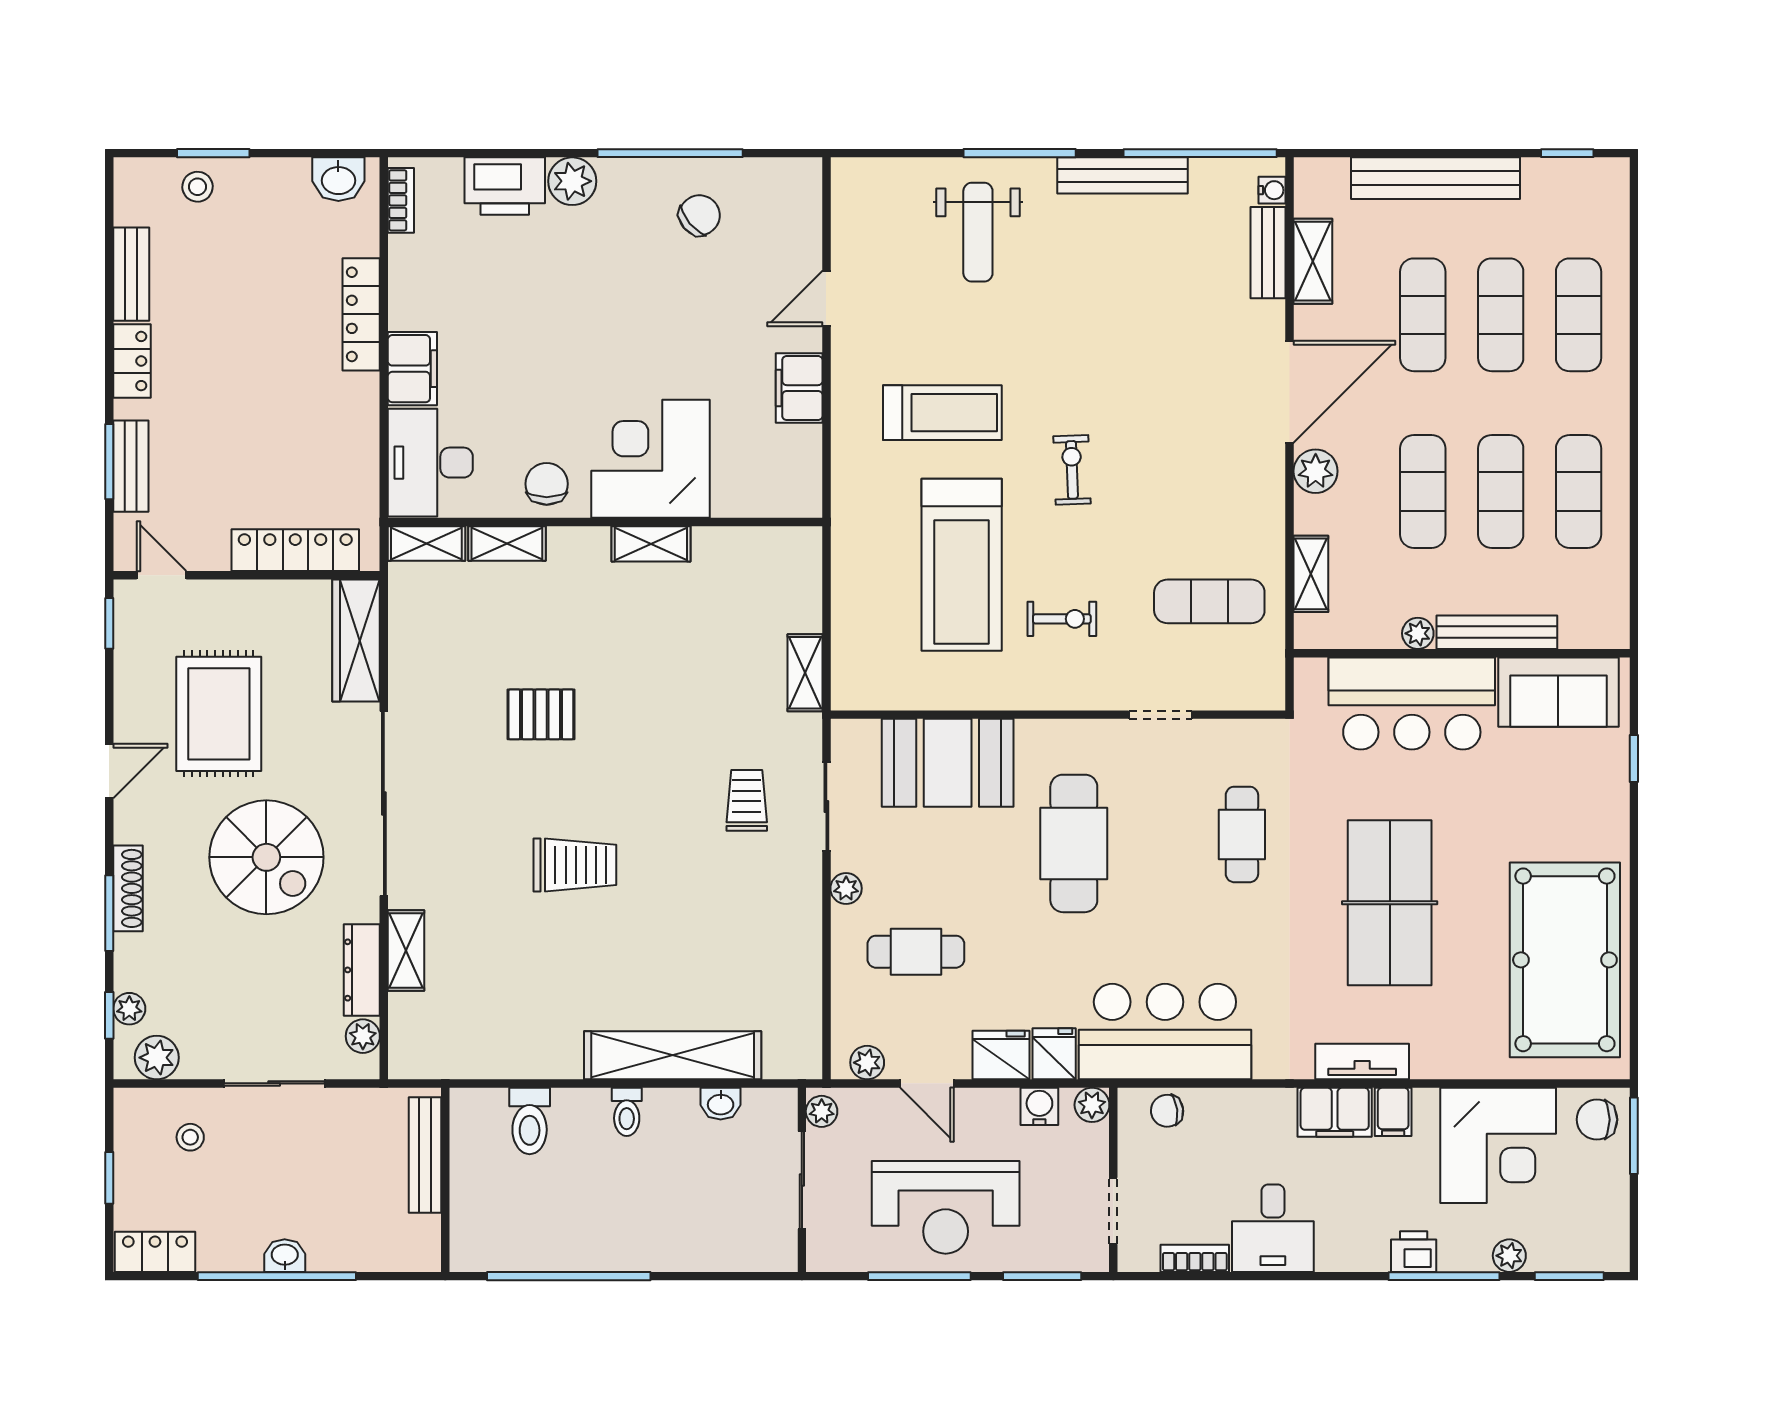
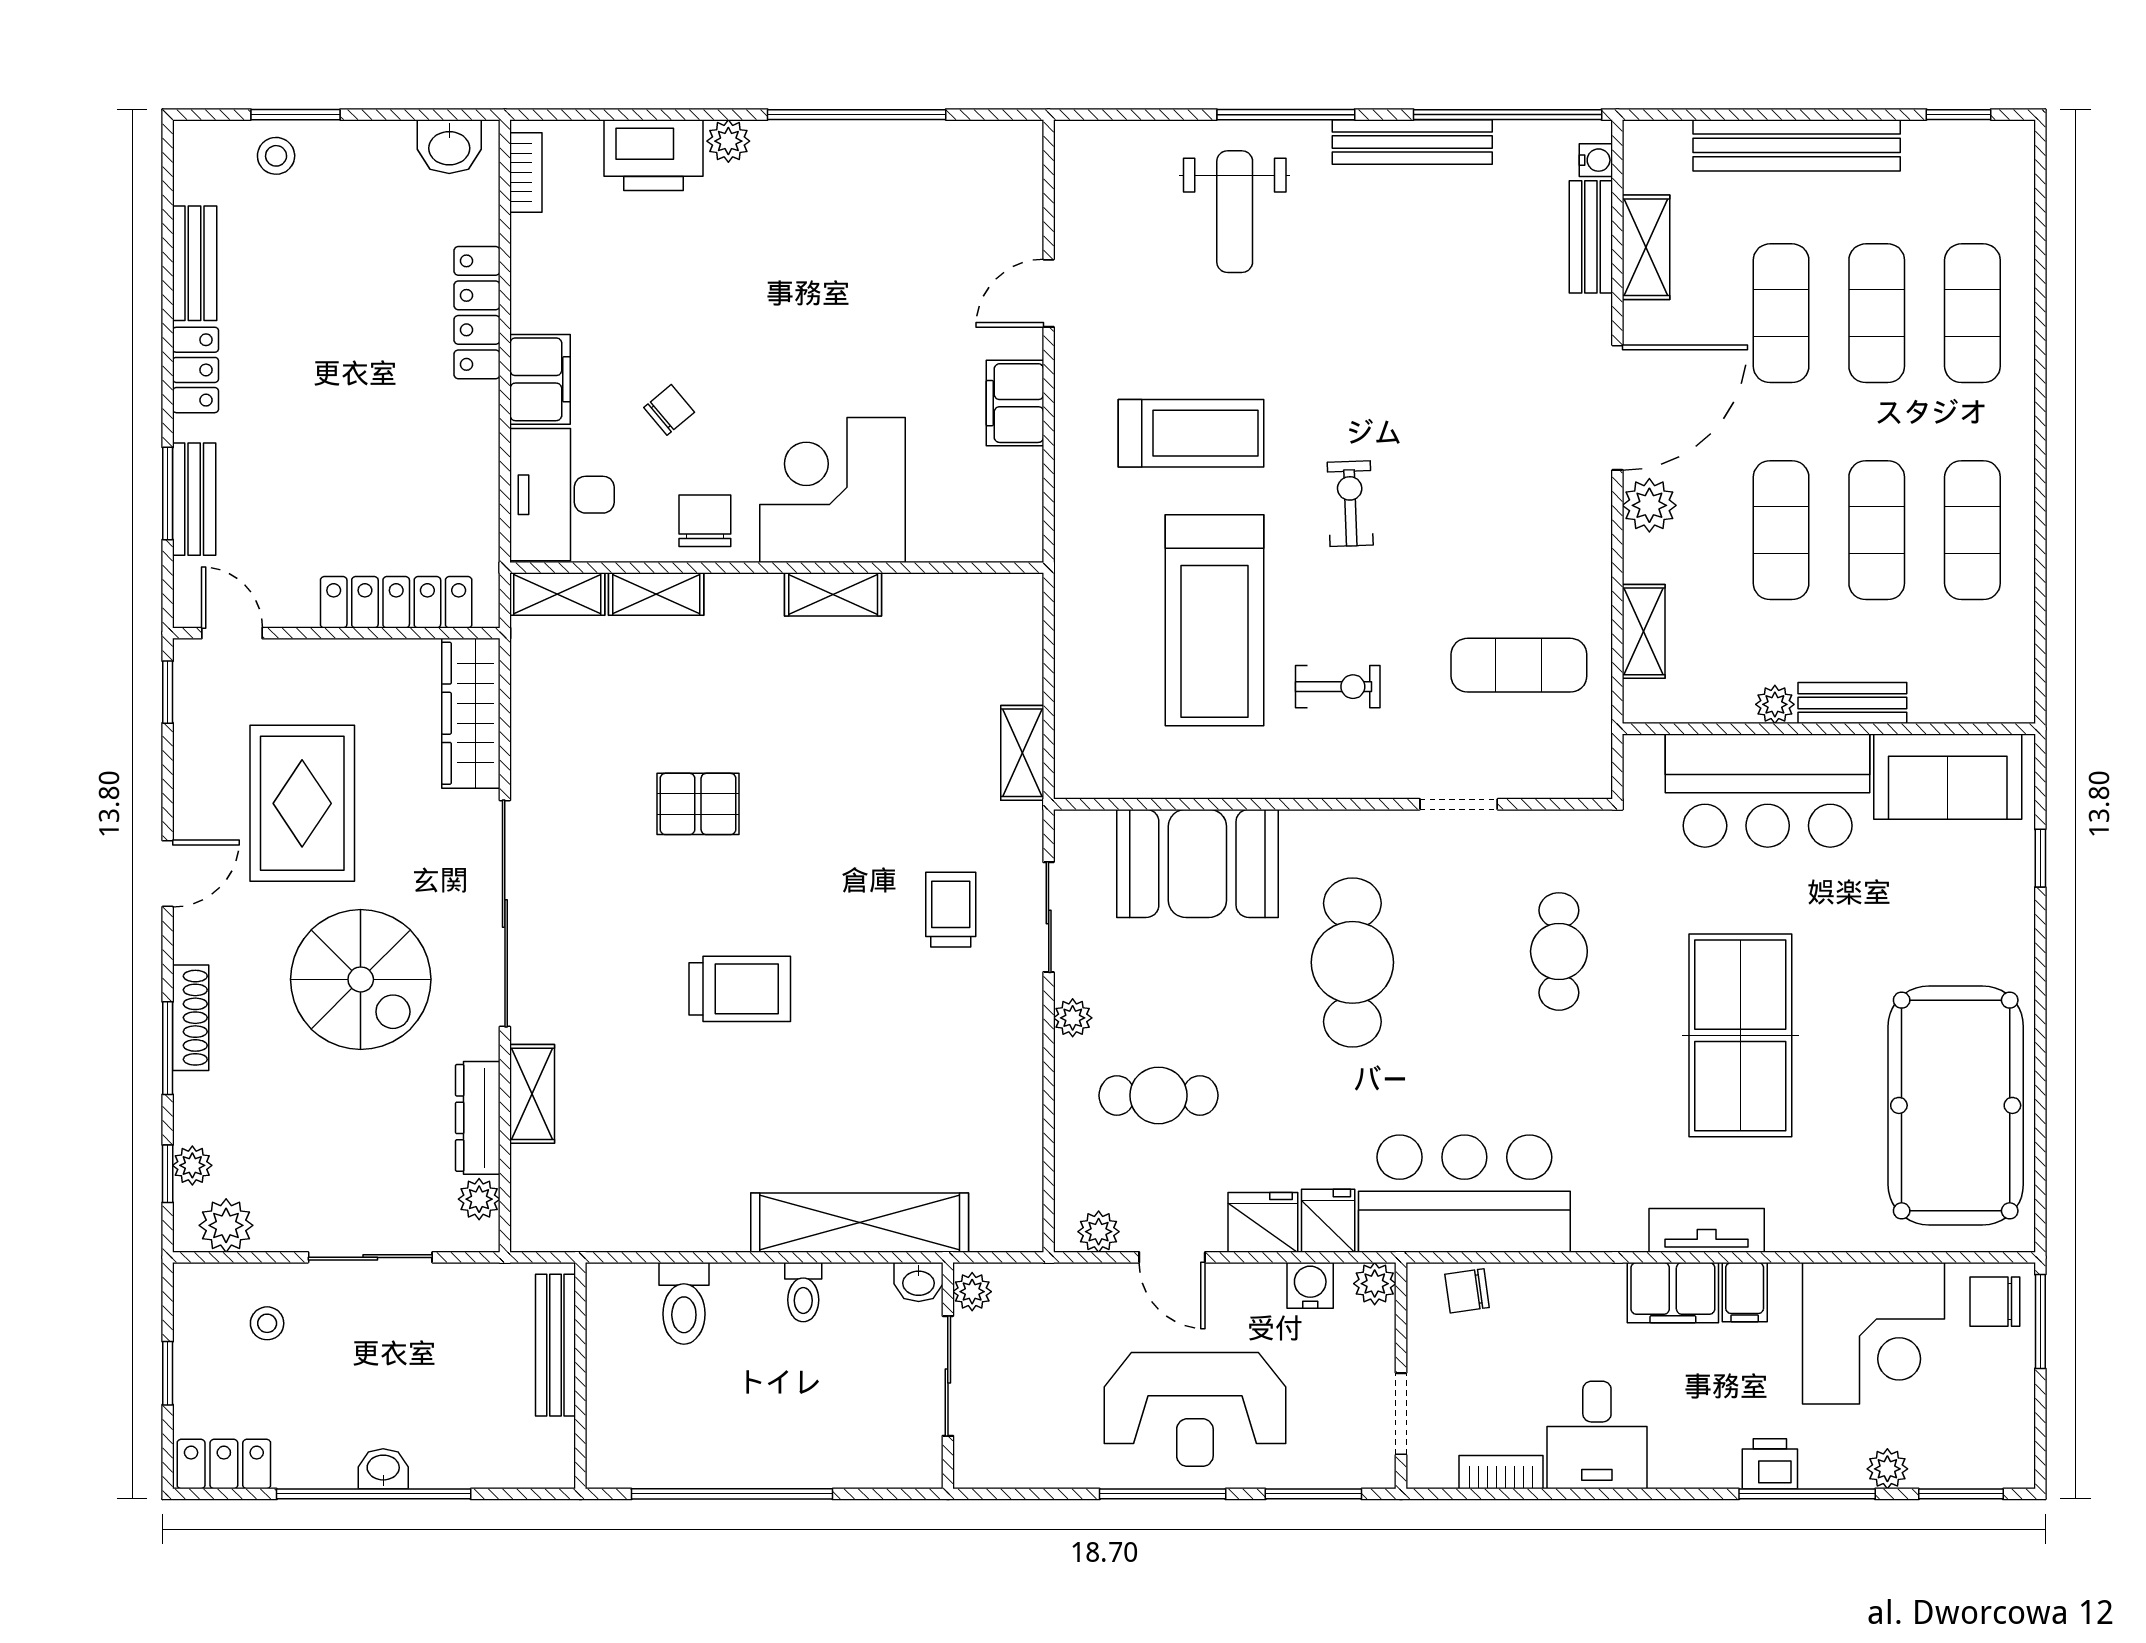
plant: (572, 181) -> (728, 141), width x0.73, depth x0.73
chair: (699, 215) -> (669, 410), moved, width x0.73, depth x0.73
bench: (1497, 632) -> (1852, 703), width x0.73
plant: (822, 1111) -> (972, 1292), moved
sliding door: (802, 1180) -> (948, 1376), moved
wall: (802, 1180) -> (948, 1376), moved

